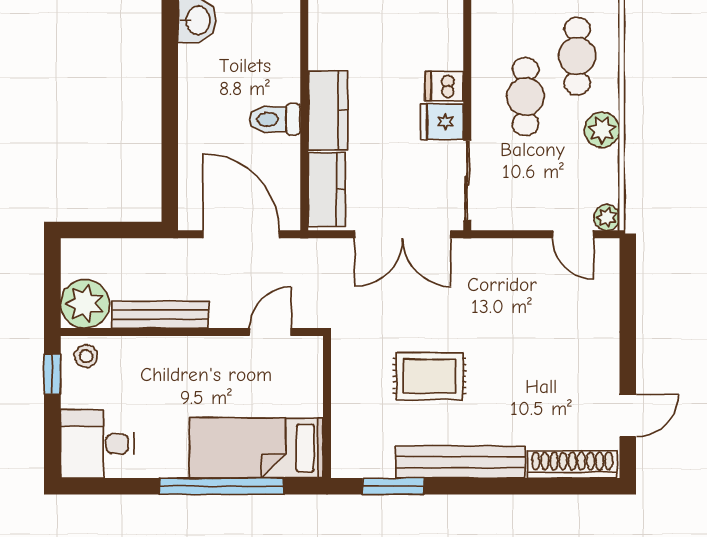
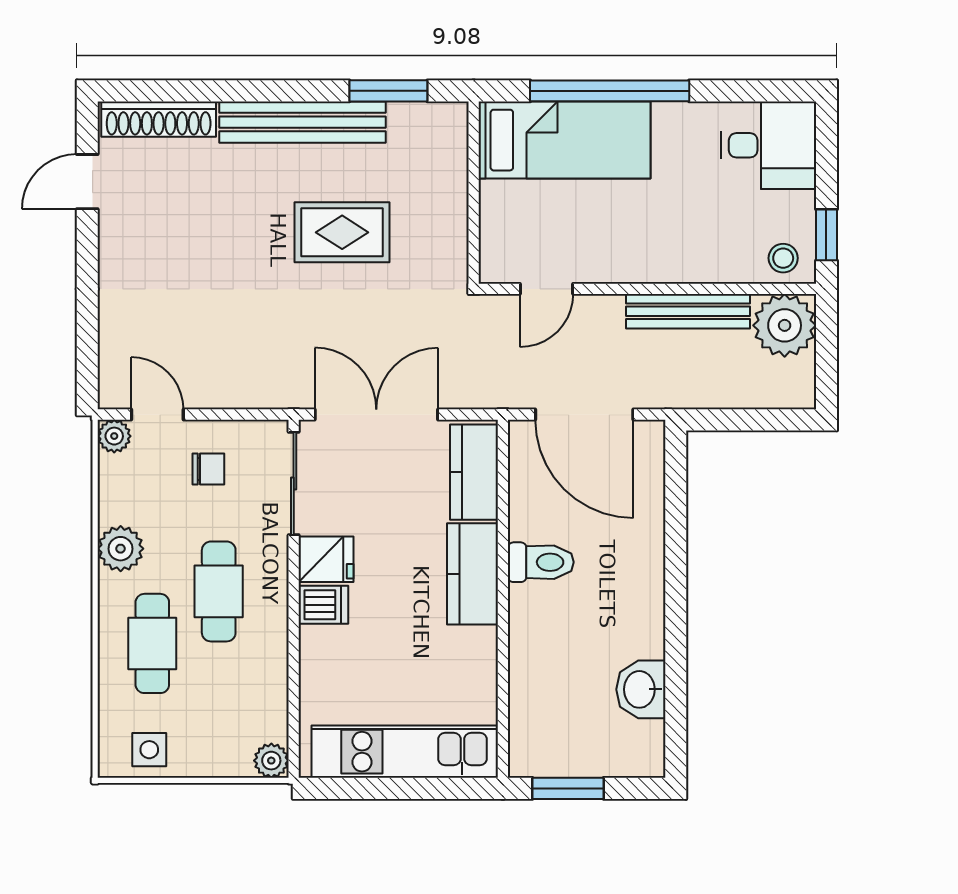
chair: (534, 192) -> (208, 469), added

